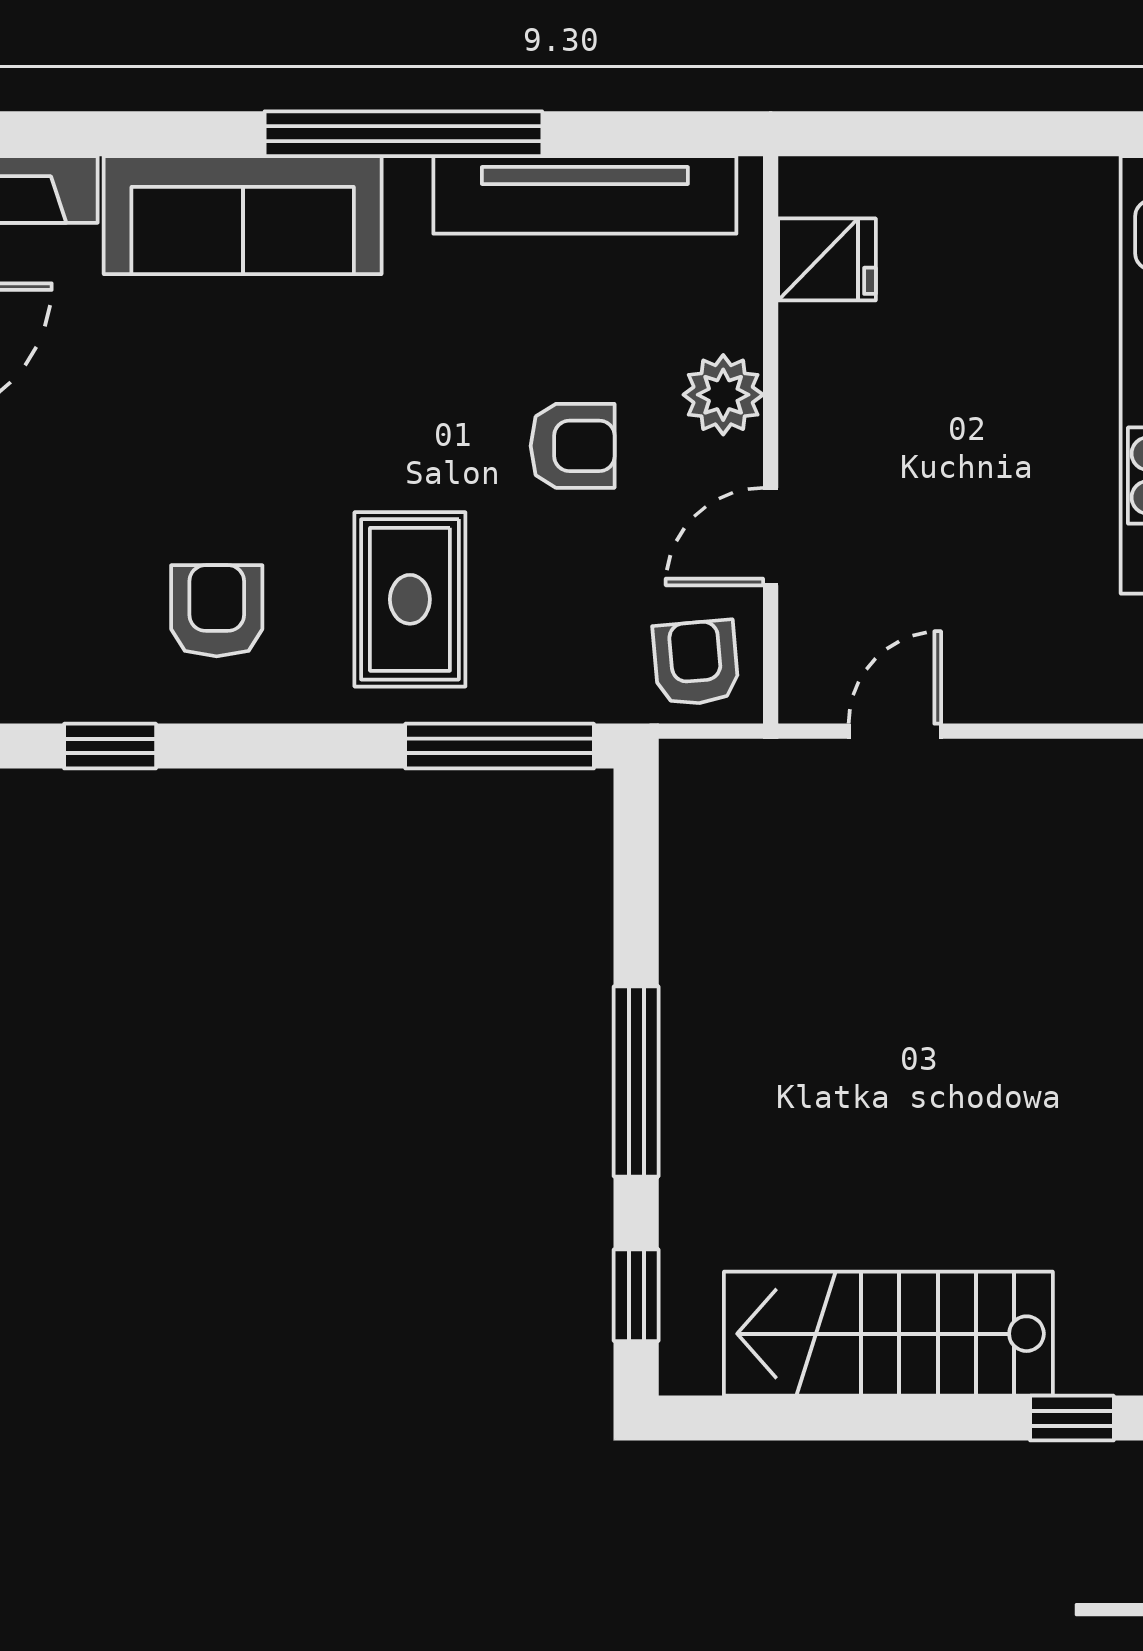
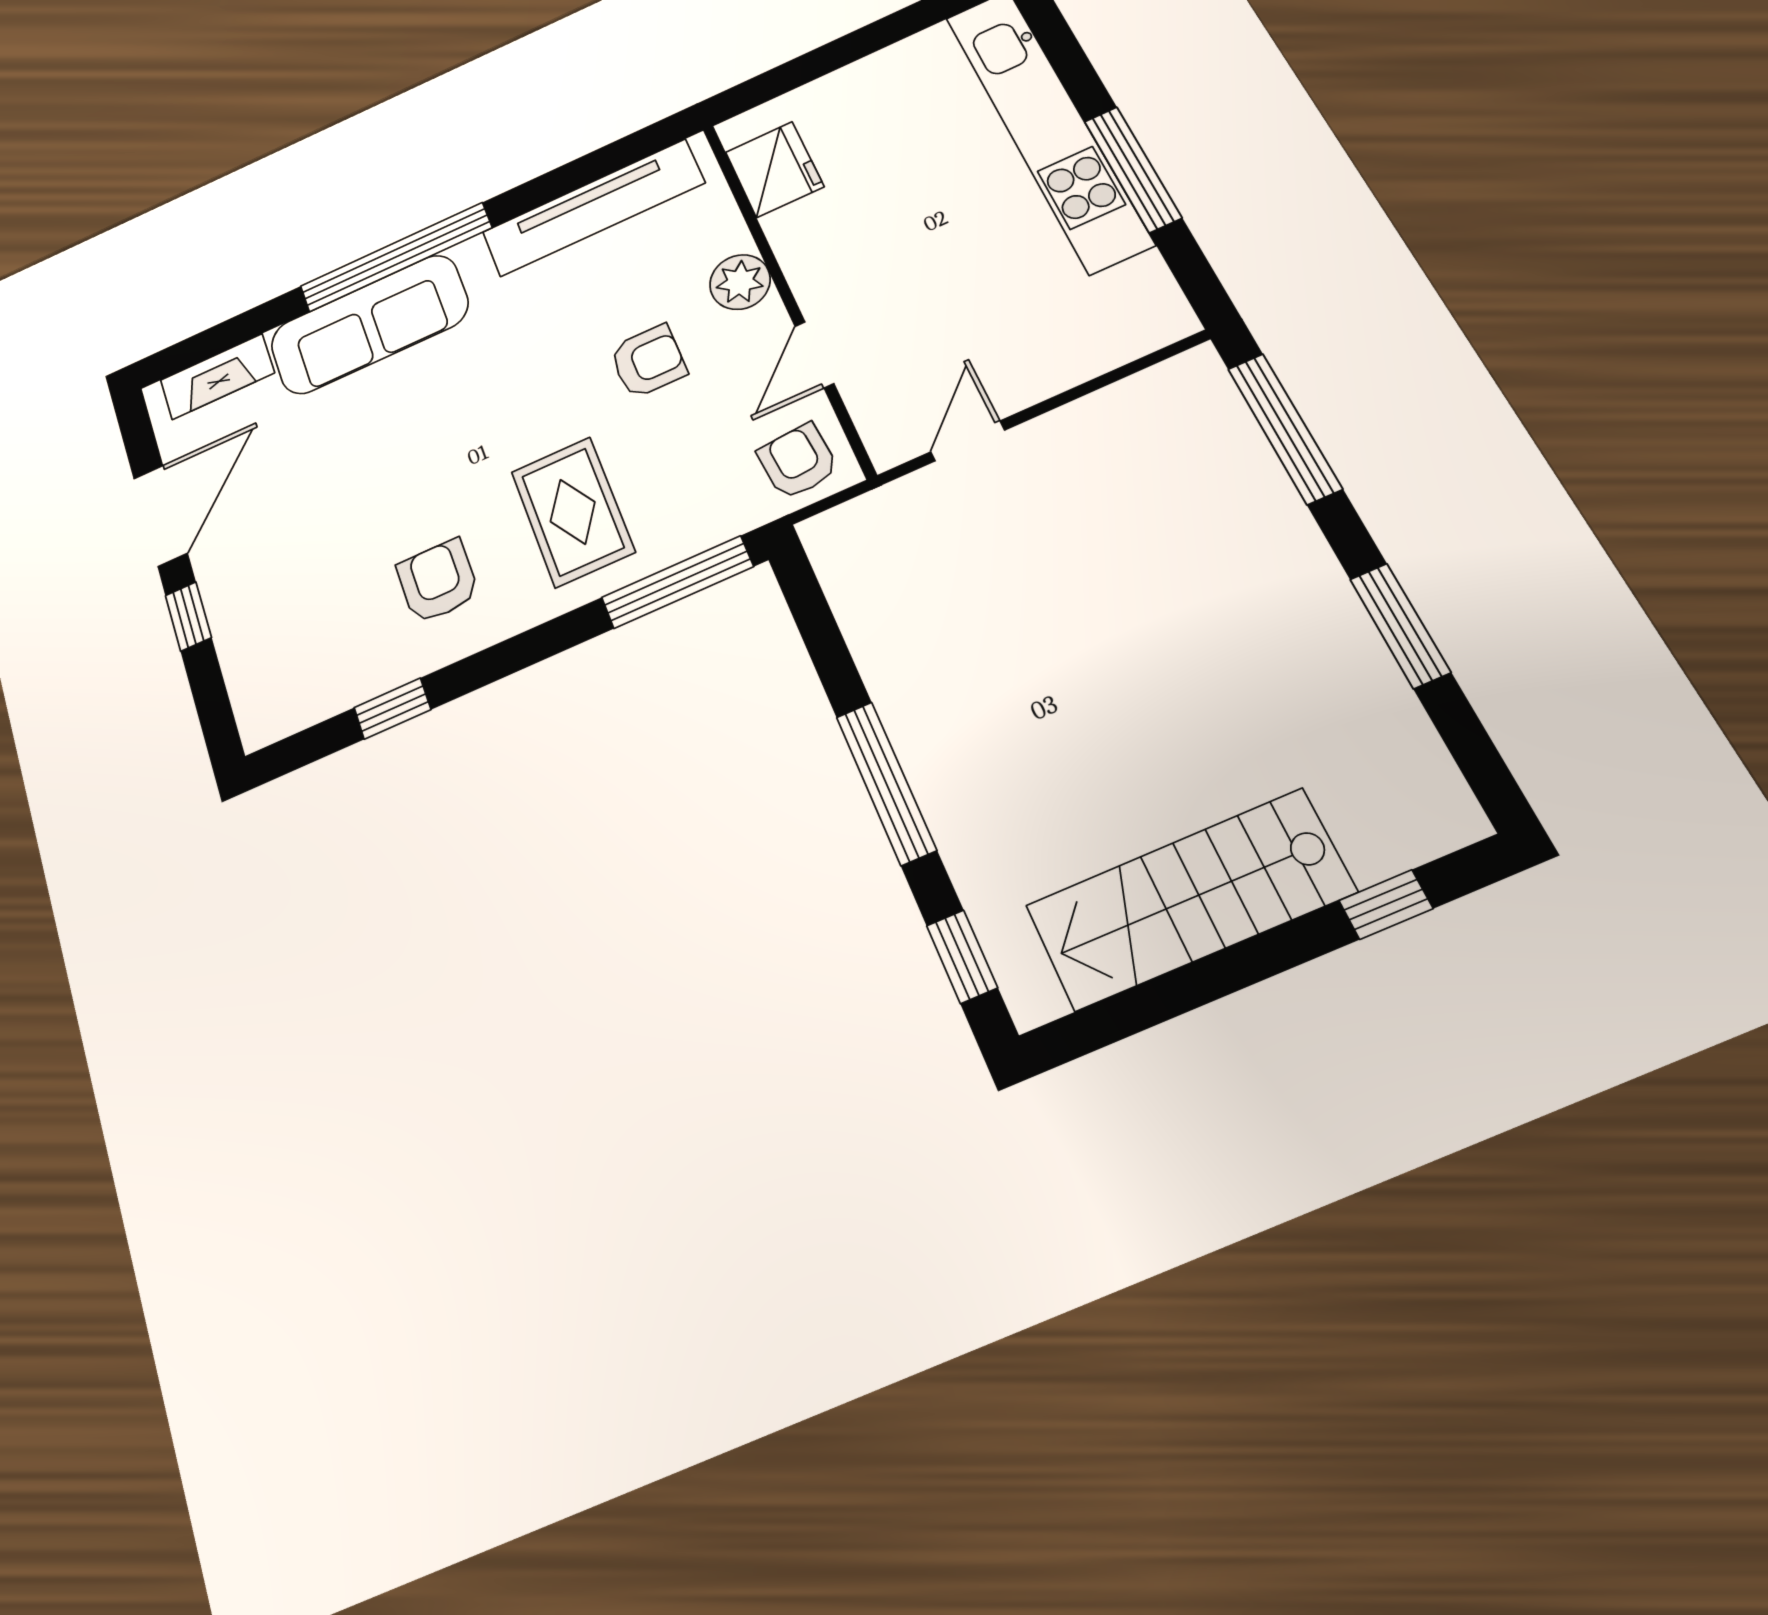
window: (403, 134) -> (396, 257), moved
fridge: (827, 259) -> (774, 169), width x1.38

